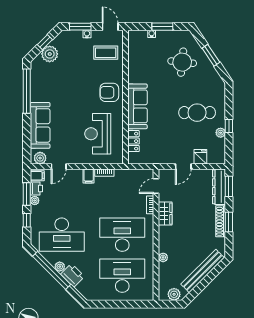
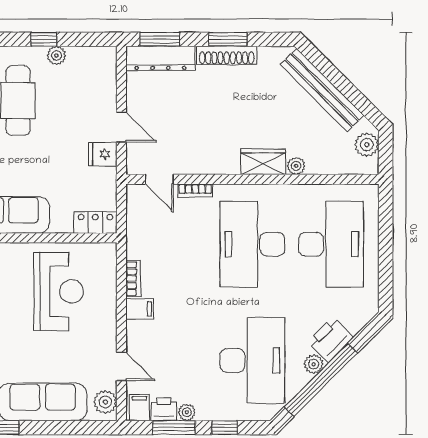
reception desk: (98, 134) -> (59, 291), turned -90
locker: (134, 141) -> (95, 223), moved
fridge: (200, 157) -> (103, 154), moved
wardrobe: (165, 214) -> (263, 162), moved
desk: (122, 276) -> (331, 244), turned 180

